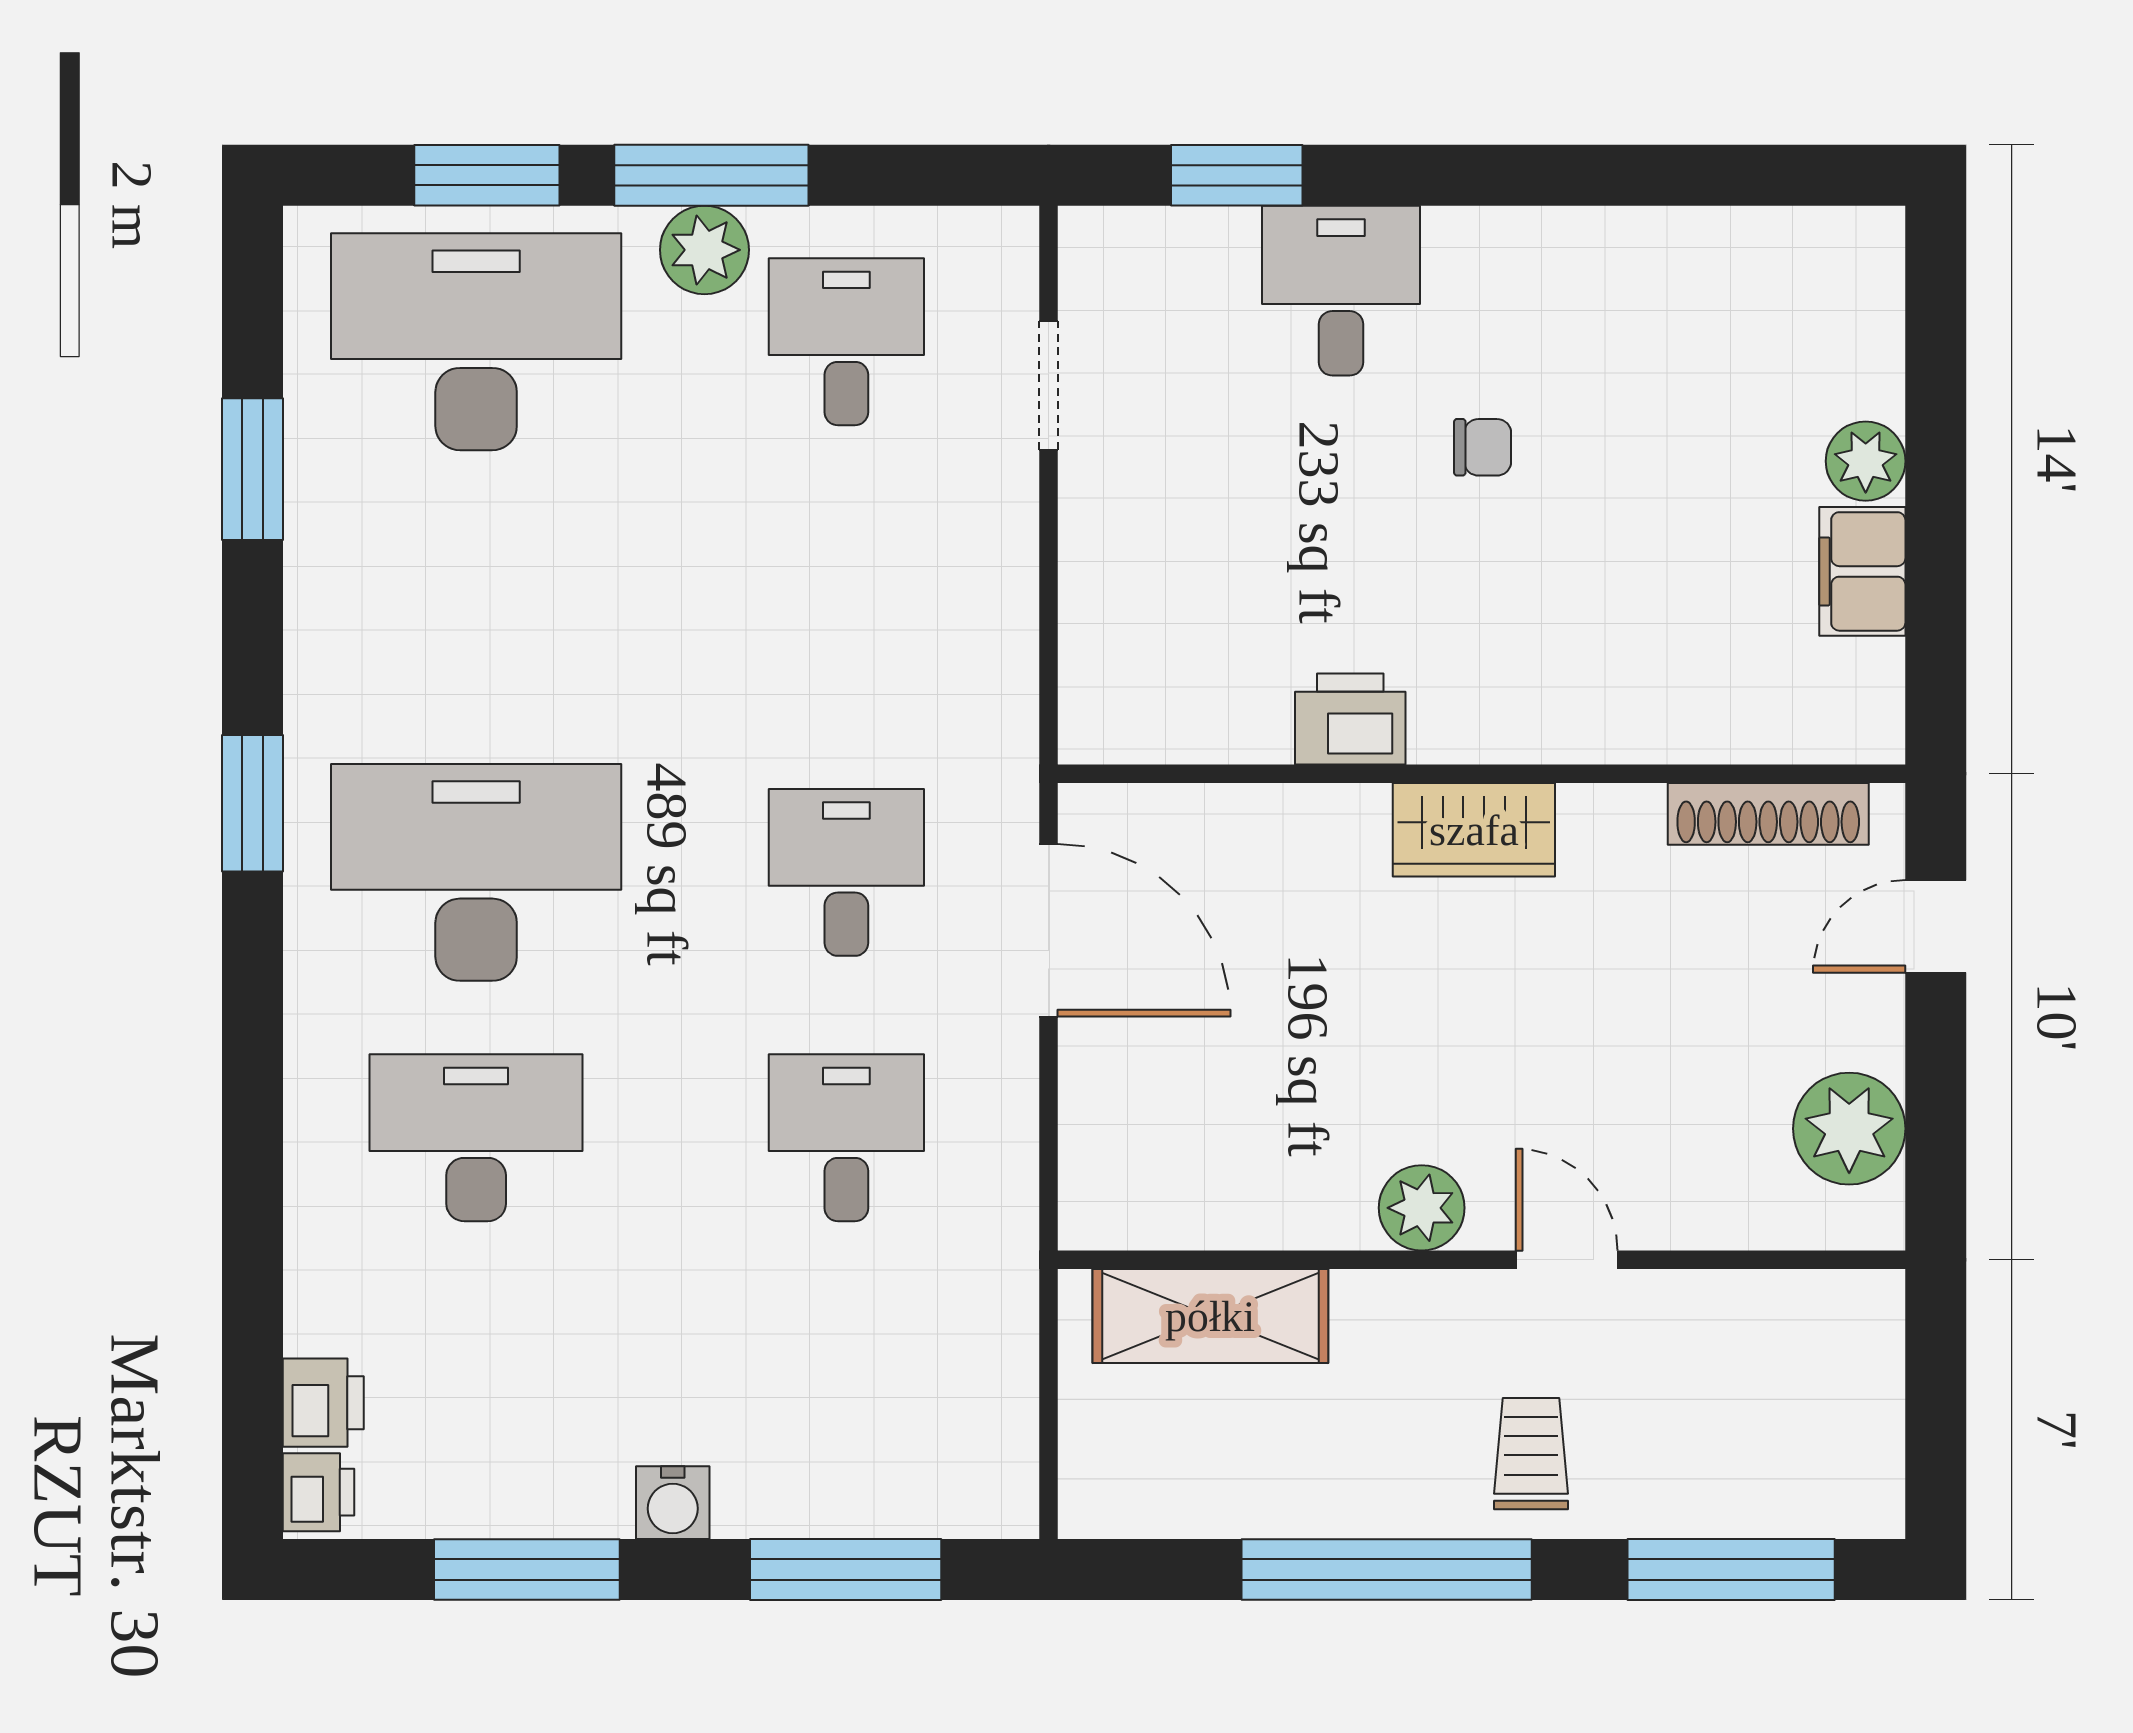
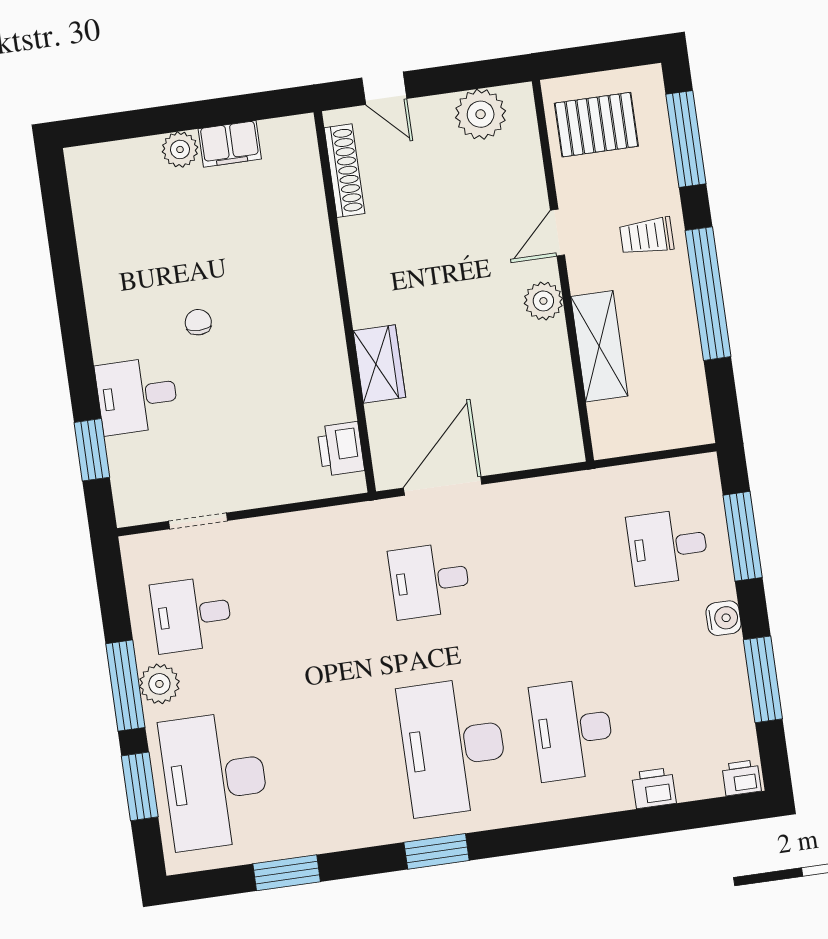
printer: (1350, 719) -> (341, 449), moved
wardrobe: (1474, 830) -> (379, 364), moved
desk: (846, 1138) -> (668, 547), moved
shelving: (1210, 1316) -> (599, 346), moved
pallet: (1790, 1378) -> (596, 125), added
printer: (323, 1403) -> (654, 788), moved

